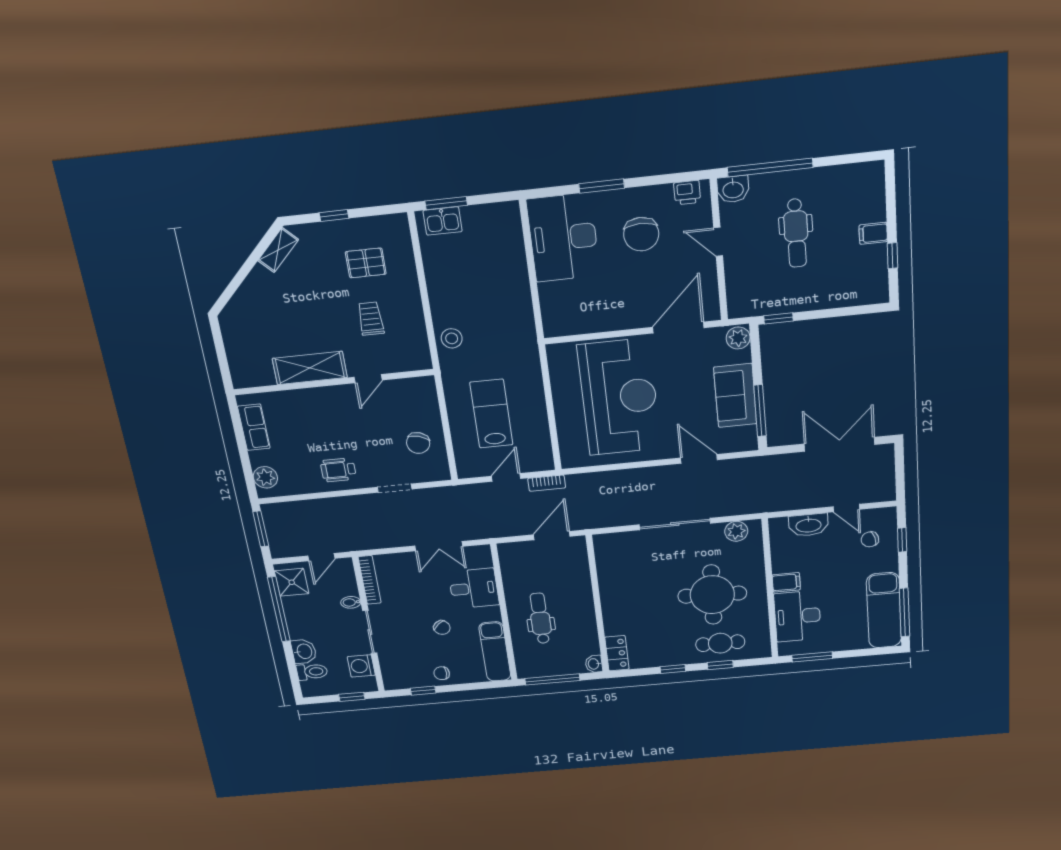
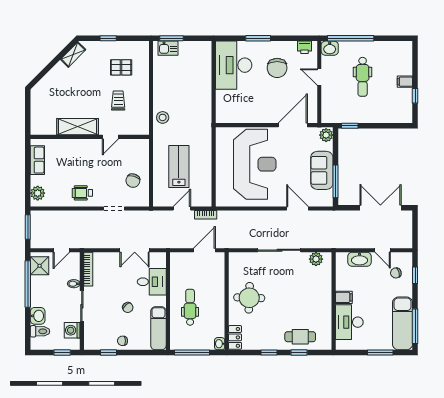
round table: (712, 595) -> (249, 298), moved, width x0.73, depth x0.73
window: (812, 657) -> (380, 353), moved

